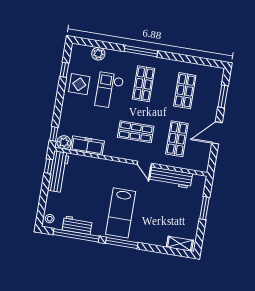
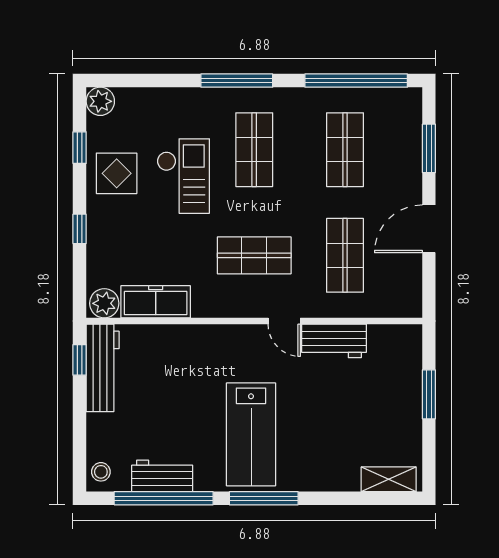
plant: (98, 54) -> (100, 101), moved
window: (195, 60) -> (356, 81), added
checkout: (109, 90) -> (183, 176), turned 180
window: (54, 134) -> (80, 229), moved
workbench: (171, 178) -> (334, 341), width x0.73

